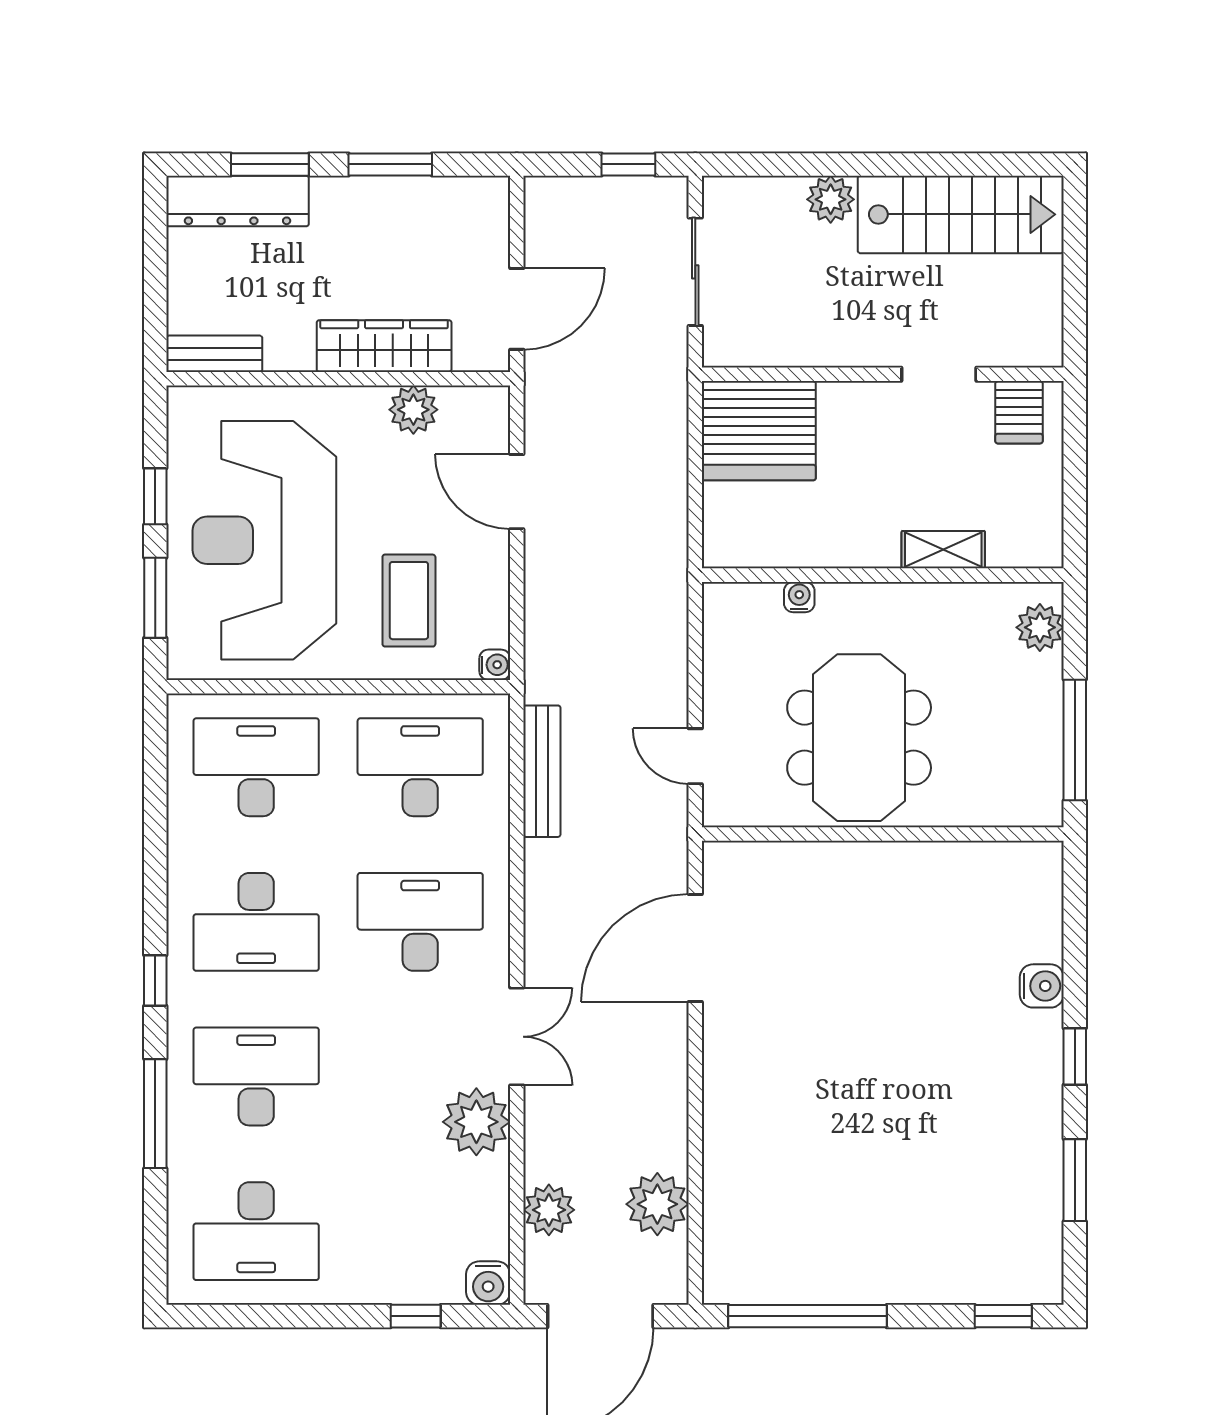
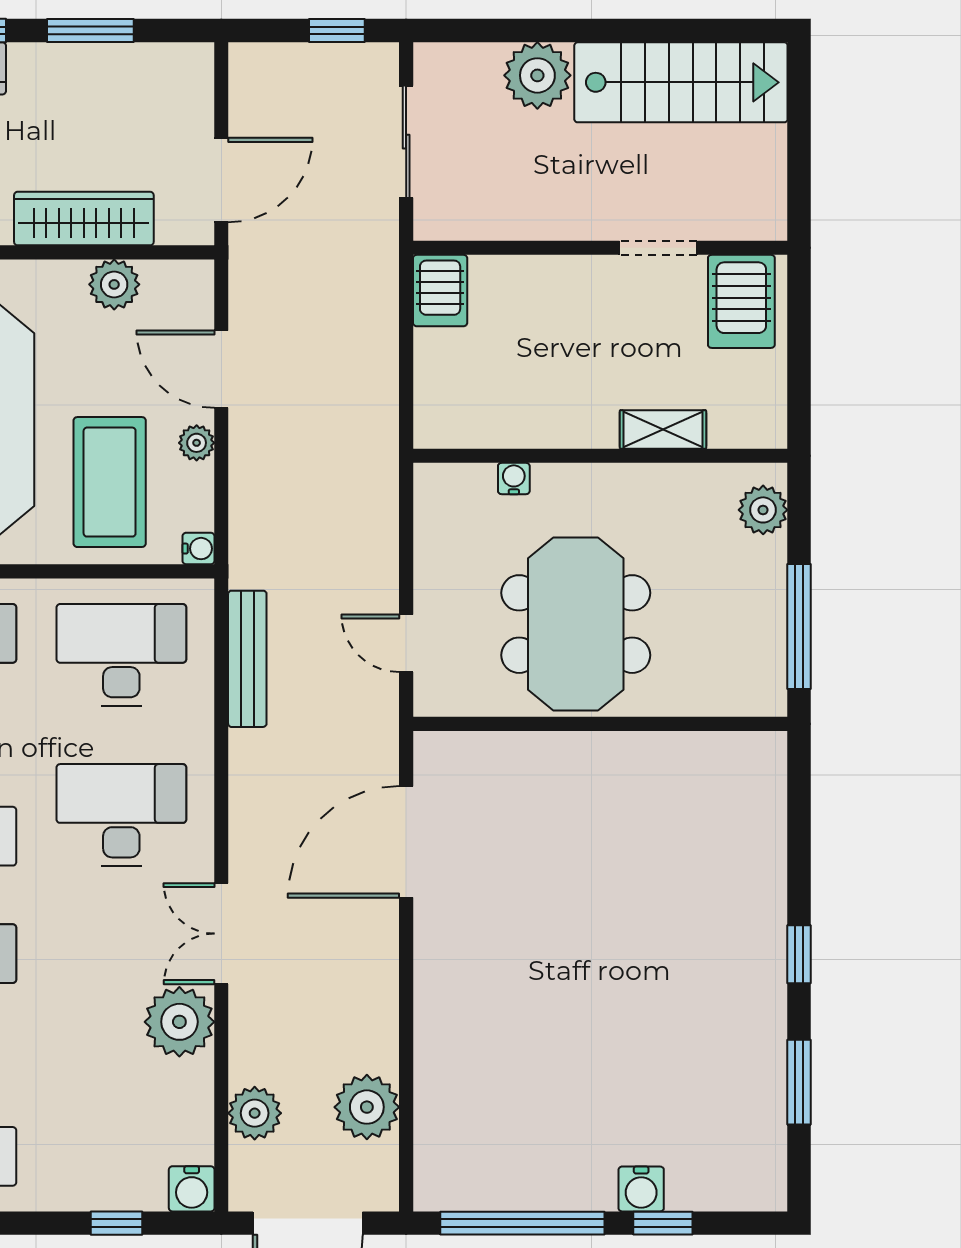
plant: (831, 199) -> (537, 75), width x1.36, depth x1.36
server rack: (1019, 412) -> (741, 301), width x1.36, depth x1.44
server rack: (759, 431) -> (440, 291), width x0.46, depth x0.70
plant: (493, 563) -> (197, 443), added
coffee table: (409, 601) -> (110, 482), width x1.36, depth x1.32
water cooler: (1042, 986) -> (641, 1189), moved, turned 90
double door: (517, 1037) -> (221, 934), swing flipped
window: (1003, 1316) -> (663, 1223), moved

